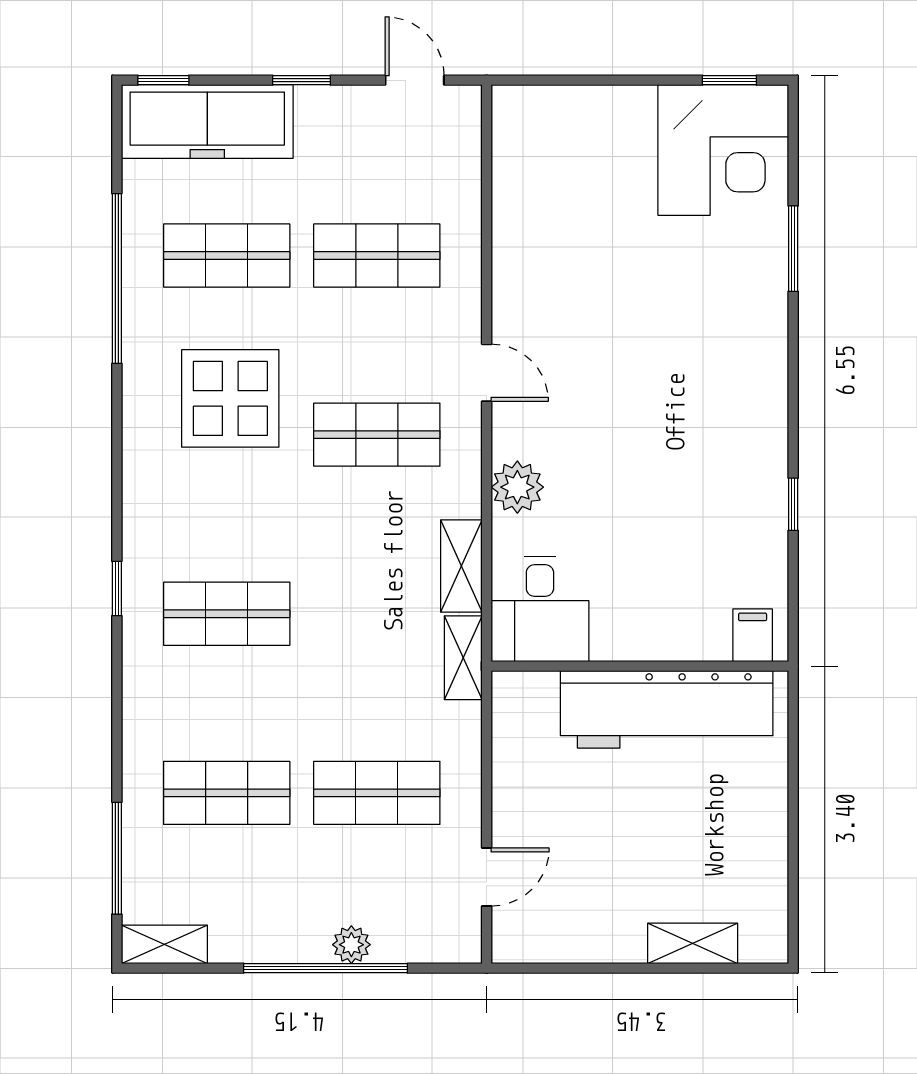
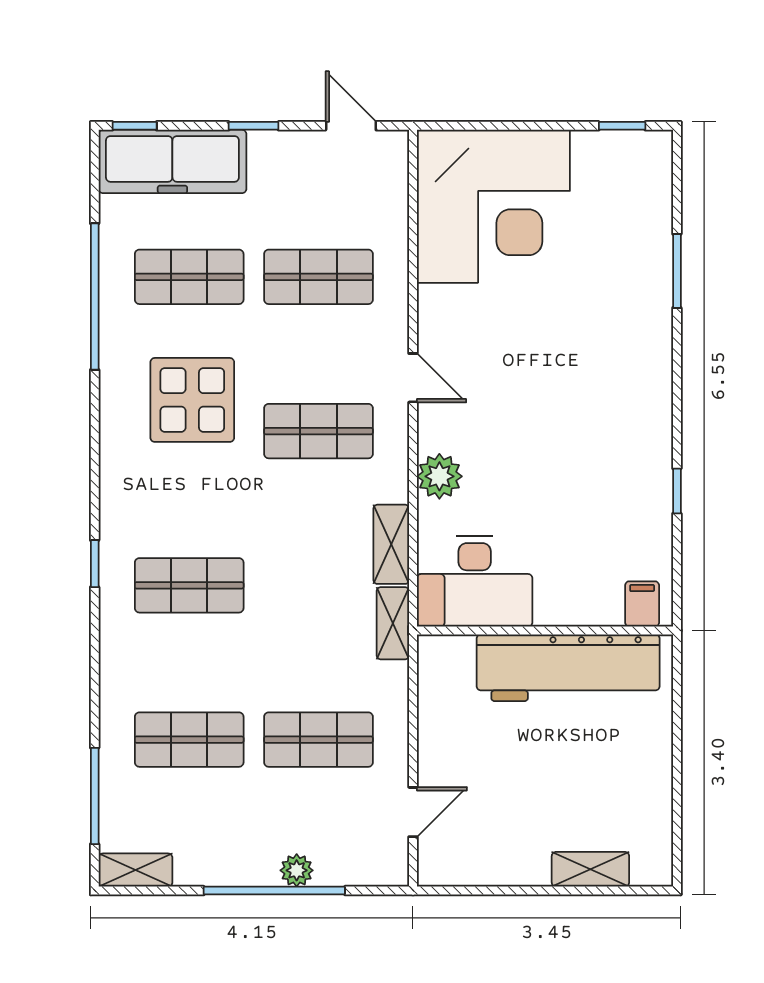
corner desk: (723, 150) -> (493, 206), moved, width x1.36, depth x1.36
desk: (540, 609) -> (475, 581), width x1.37

